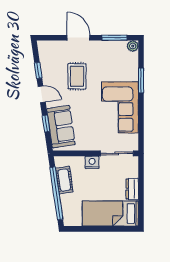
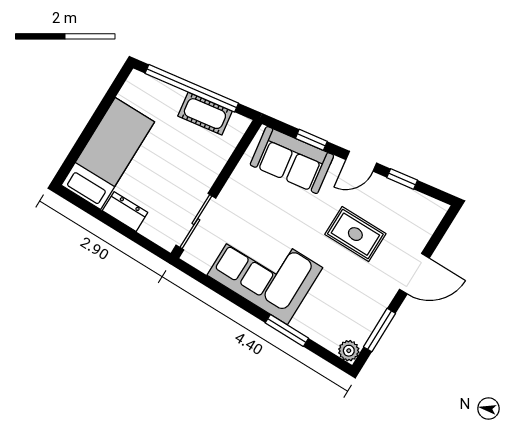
nightstand: (92, 162) -> (206, 174), removed

